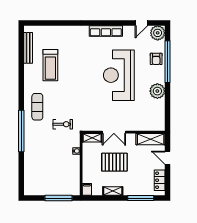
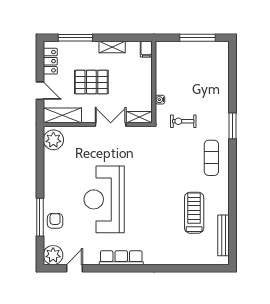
window: (168, 62) -> (40, 217), width x0.68
reception desk: (119, 75) -> (104, 199), turned 180
plant: (157, 91) -> (53, 140), moved
exercise bike: (63, 124) -> (183, 121), moved
window: (21, 131) -> (233, 126), width x0.47
pallet: (114, 162) -> (91, 82), moved
window: (58, 198) -> (198, 38), moved

